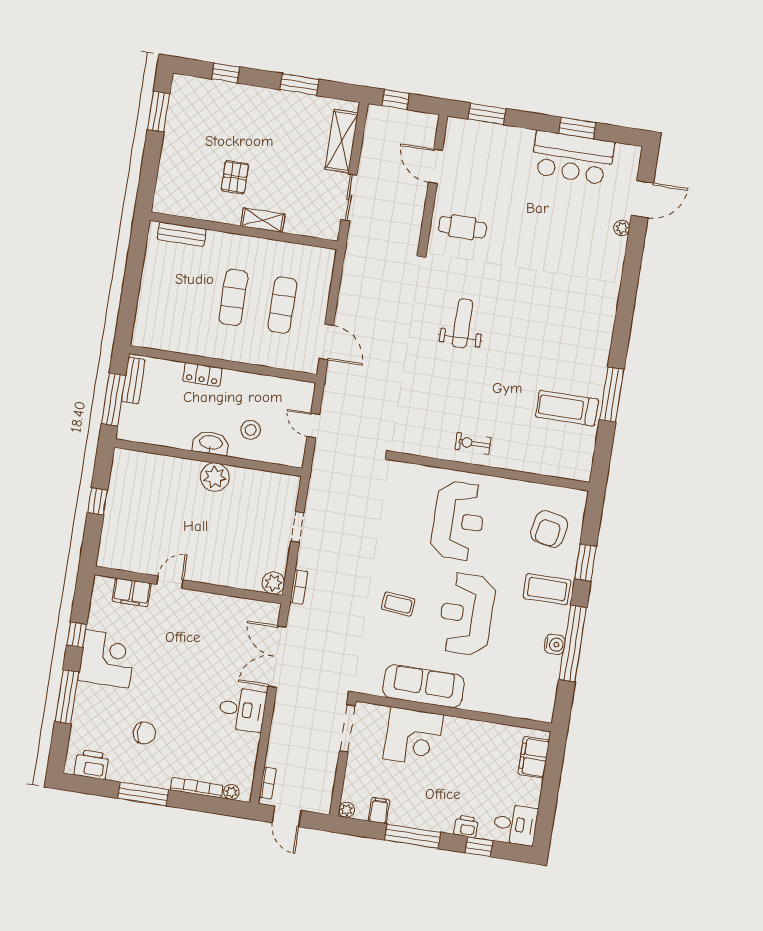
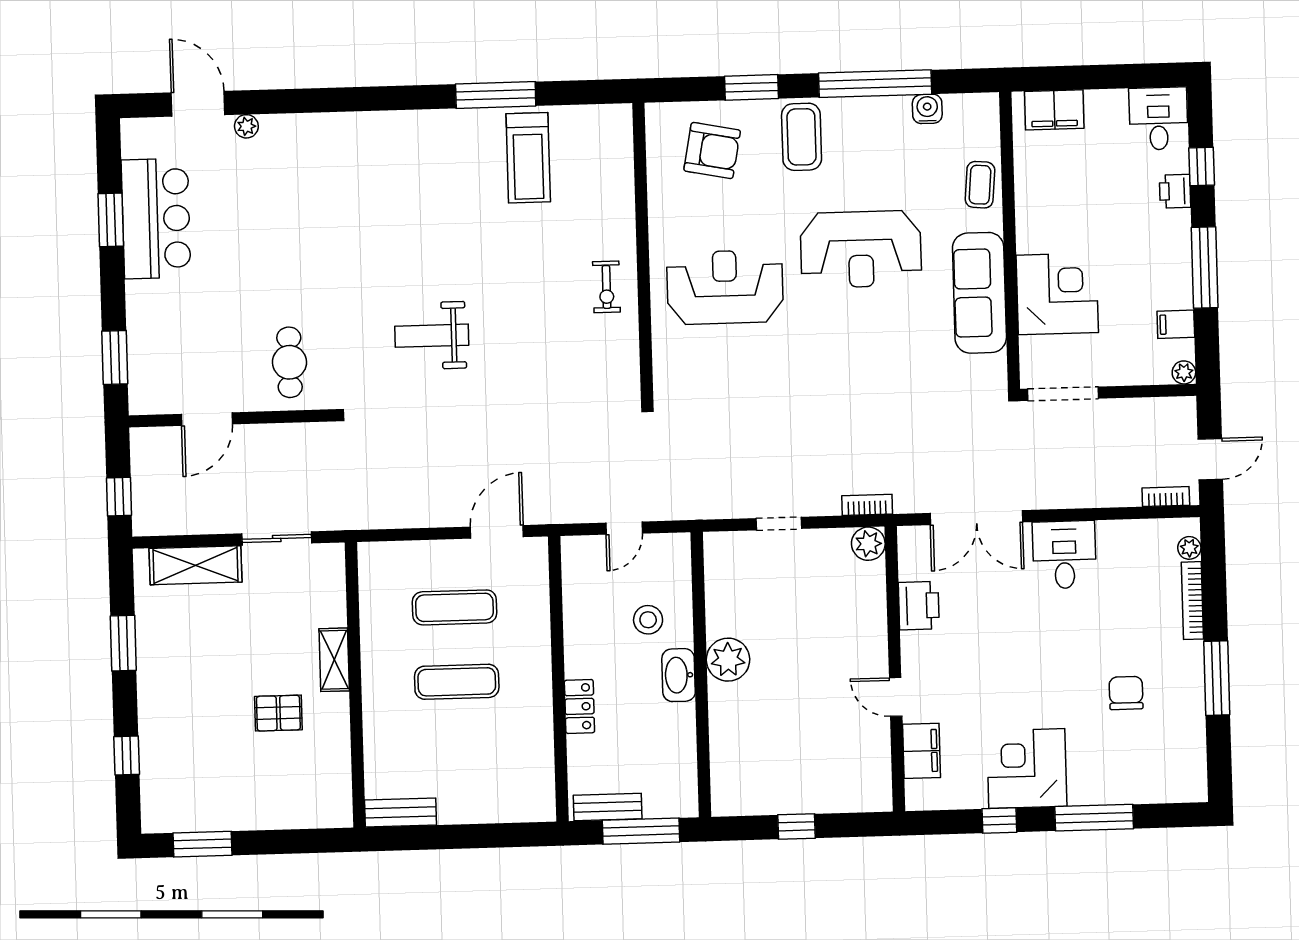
bench: (182, 234) -> (401, 812), moved, turned 90
coffee table: (398, 604) -> (980, 185), moved
water cooler: (555, 644) -> (927, 109), moved
printer: (92, 764) -> (919, 606), moved, turned 180

